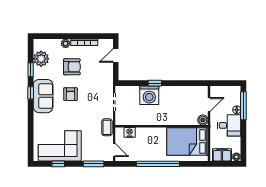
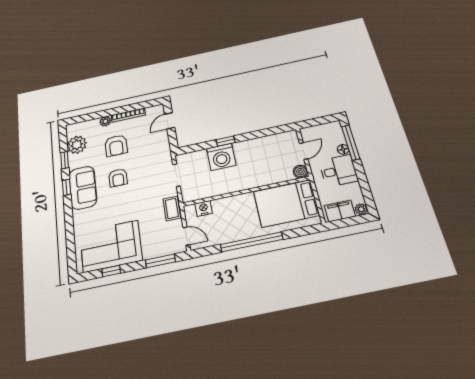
armchair: (72, 67) -> (116, 145), turned 90

